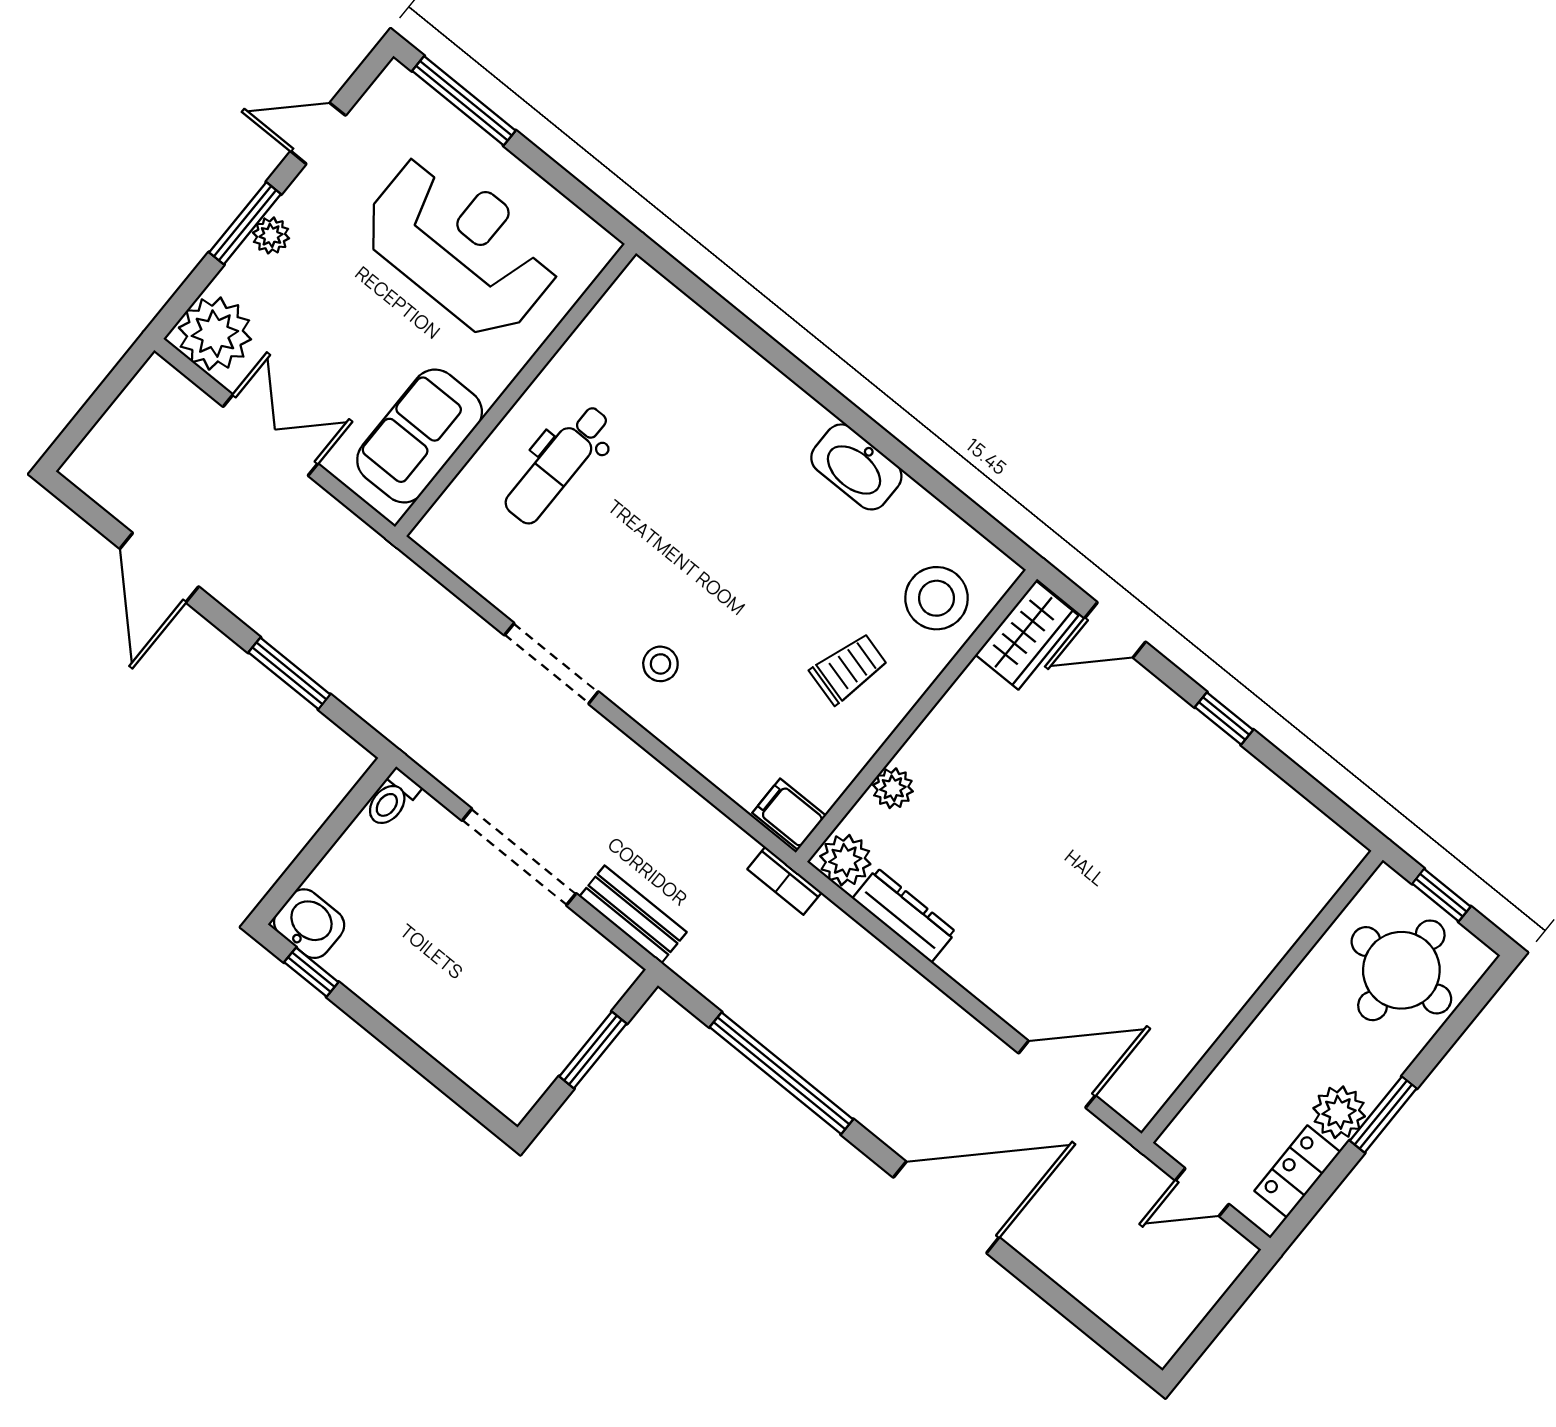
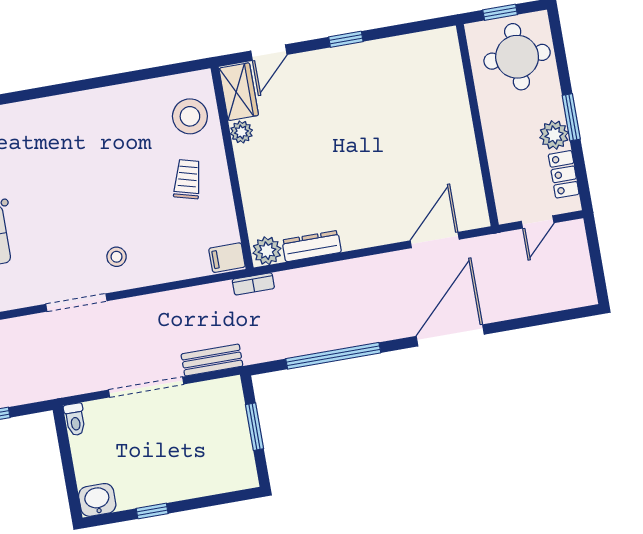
washbasin: (856, 467) -> (105, 102), removed
plant: (893, 788) -> (241, 132), moved
window: (311, 972) -> (152, 511), moved

